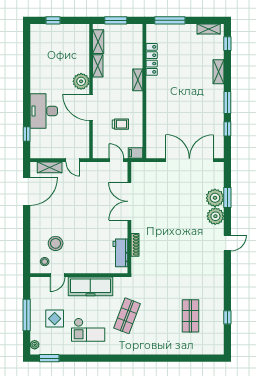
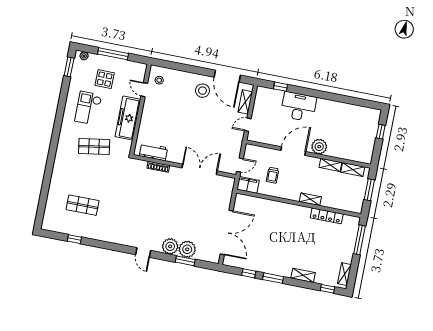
filing cabinet: (135, 153) -> (248, 185), width x2.00
stool: (56, 243) -> (202, 91), moved
shop shelf: (127, 316) -> (94, 147), turned -30

